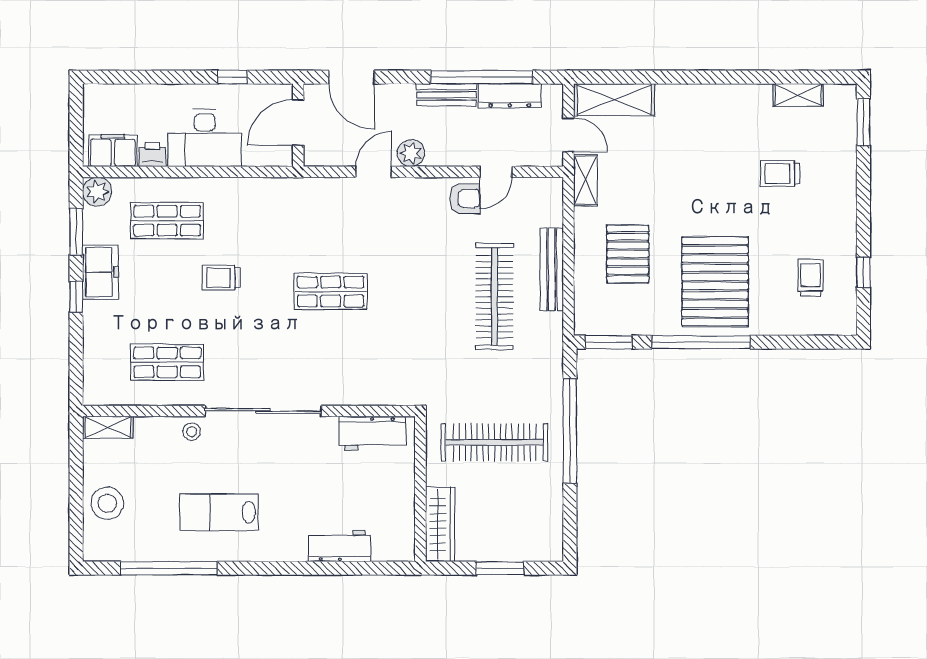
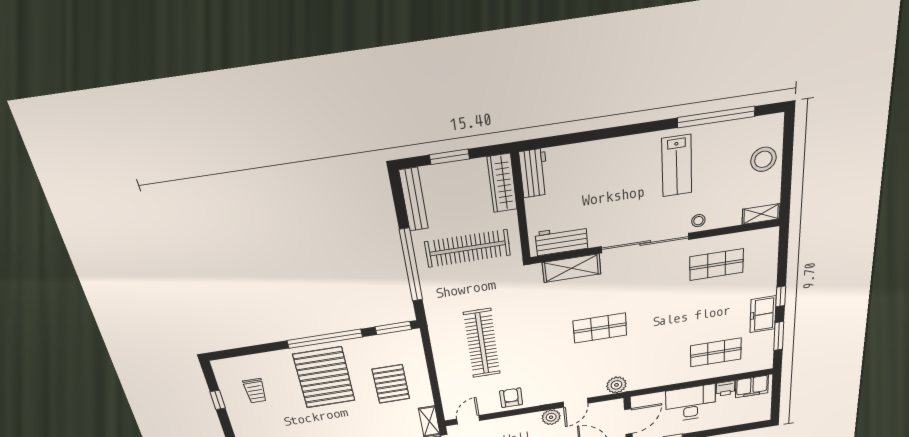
door: (496, 172) -> (468, 420), moved
plant: (97, 192) -> (616, 385), moved
armchair: (465, 199) -> (511, 398), turned 90
bench: (552, 269) -> (414, 199), moved
trolley: (221, 278) -> (678, 324), removed
shelving: (363, 391) -> (572, 268), added
lab bench: (219, 512) -> (677, 166), turned 90
workbench: (340, 546) -> (534, 173), moved, turned -90

